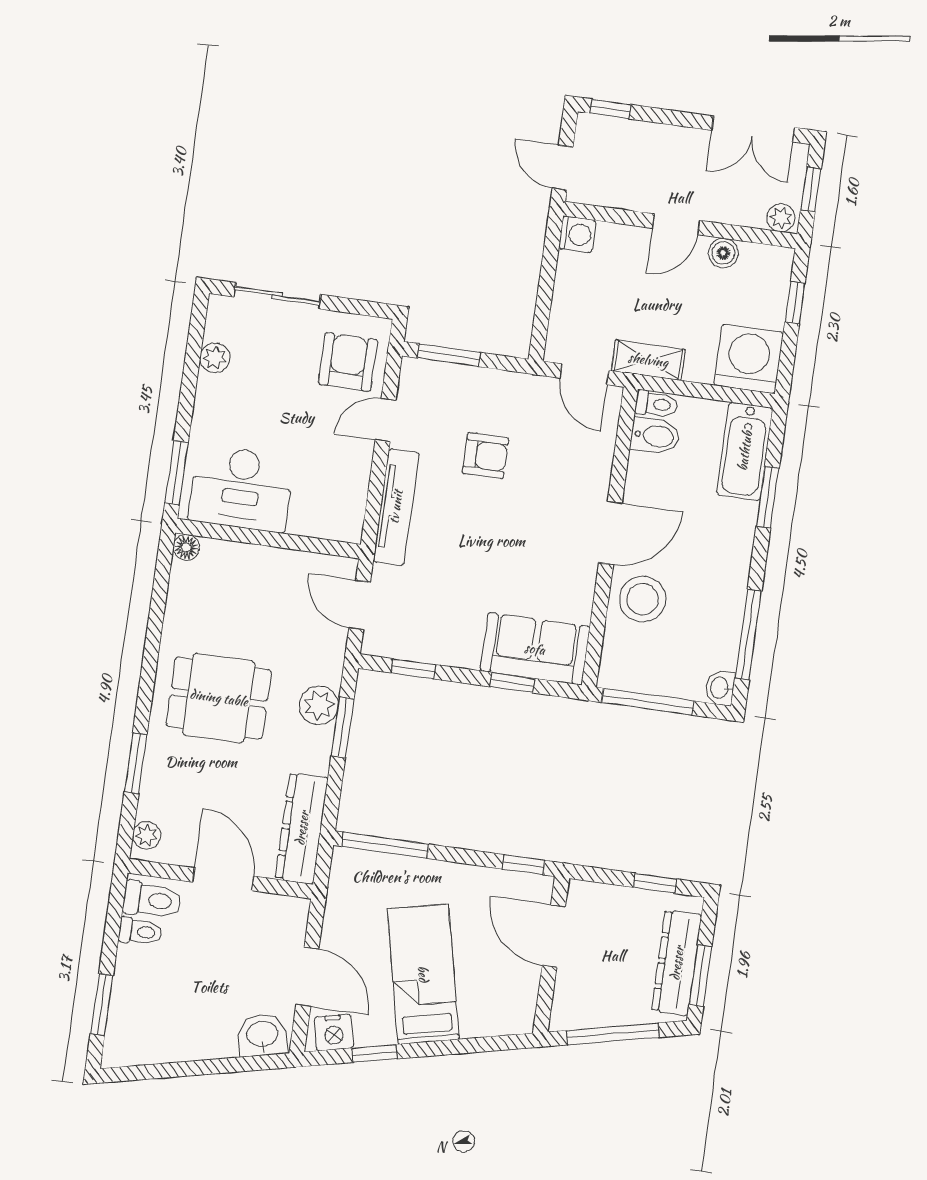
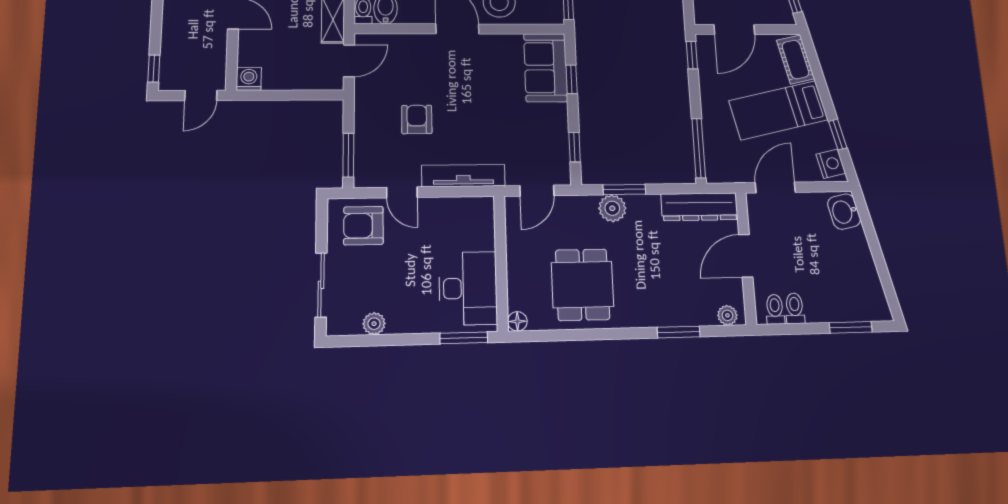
dining table: (219, 698) -> (582, 285), moved
toilet: (152, 900) -> (775, 309), width x0.73, depth x0.72
door: (307, 977) -> (775, 187), moved
cot: (495, 1017) -> (796, 59), added

